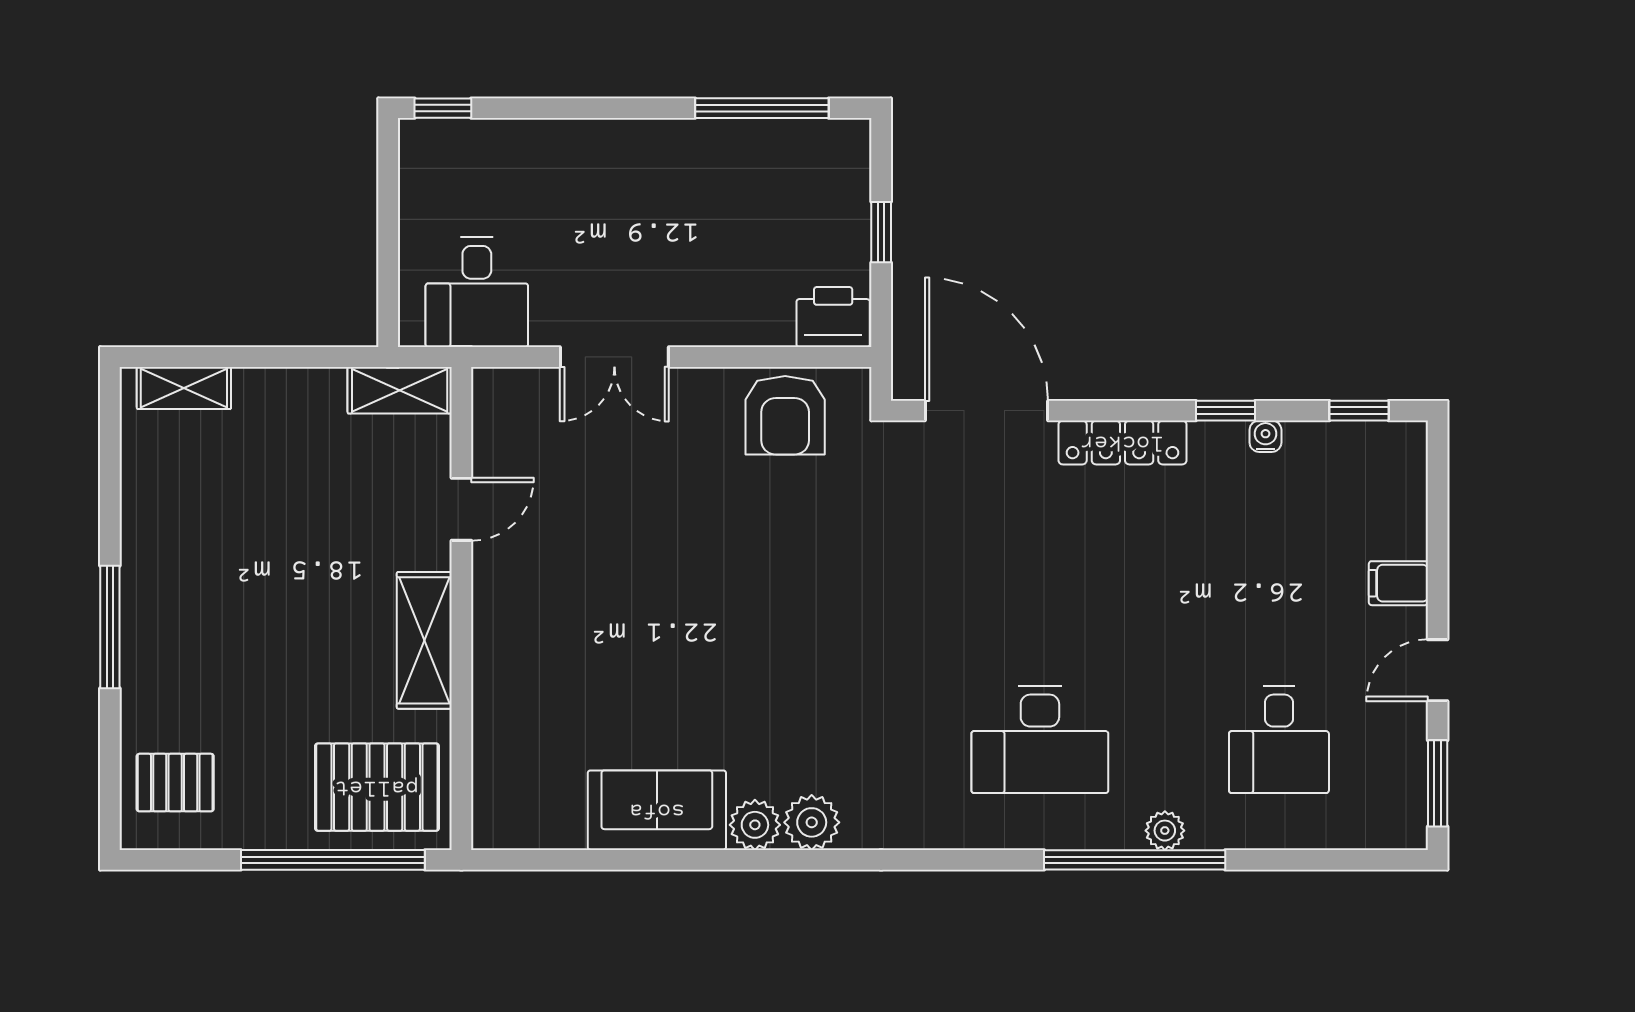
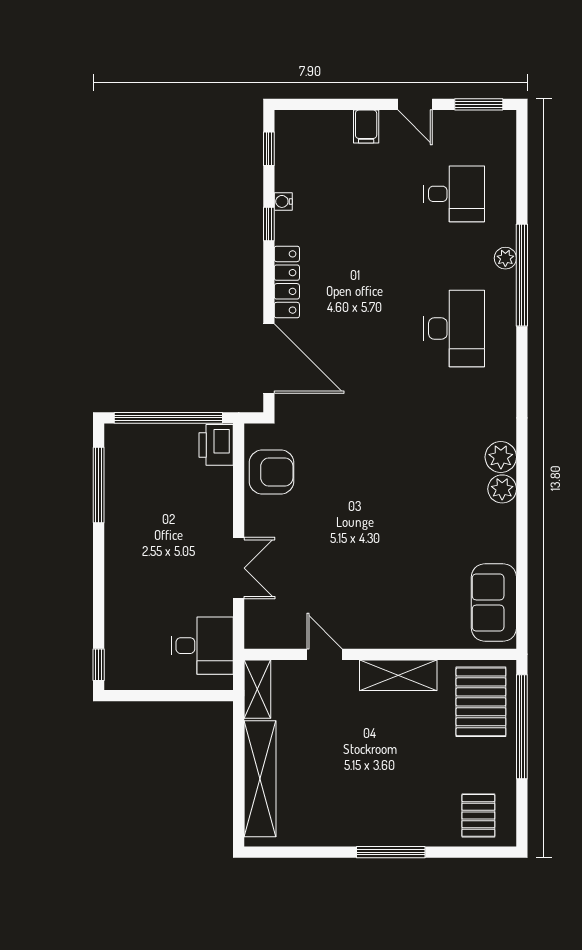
window: (881, 232) -> (168, 418), width x3.17
shelving: (184, 388) -> (260, 779), width x2.20, depth x1.33
door: (986, 411) -> (269, 359), swing flipped
sofa: (657, 810) -> (494, 602), moved

